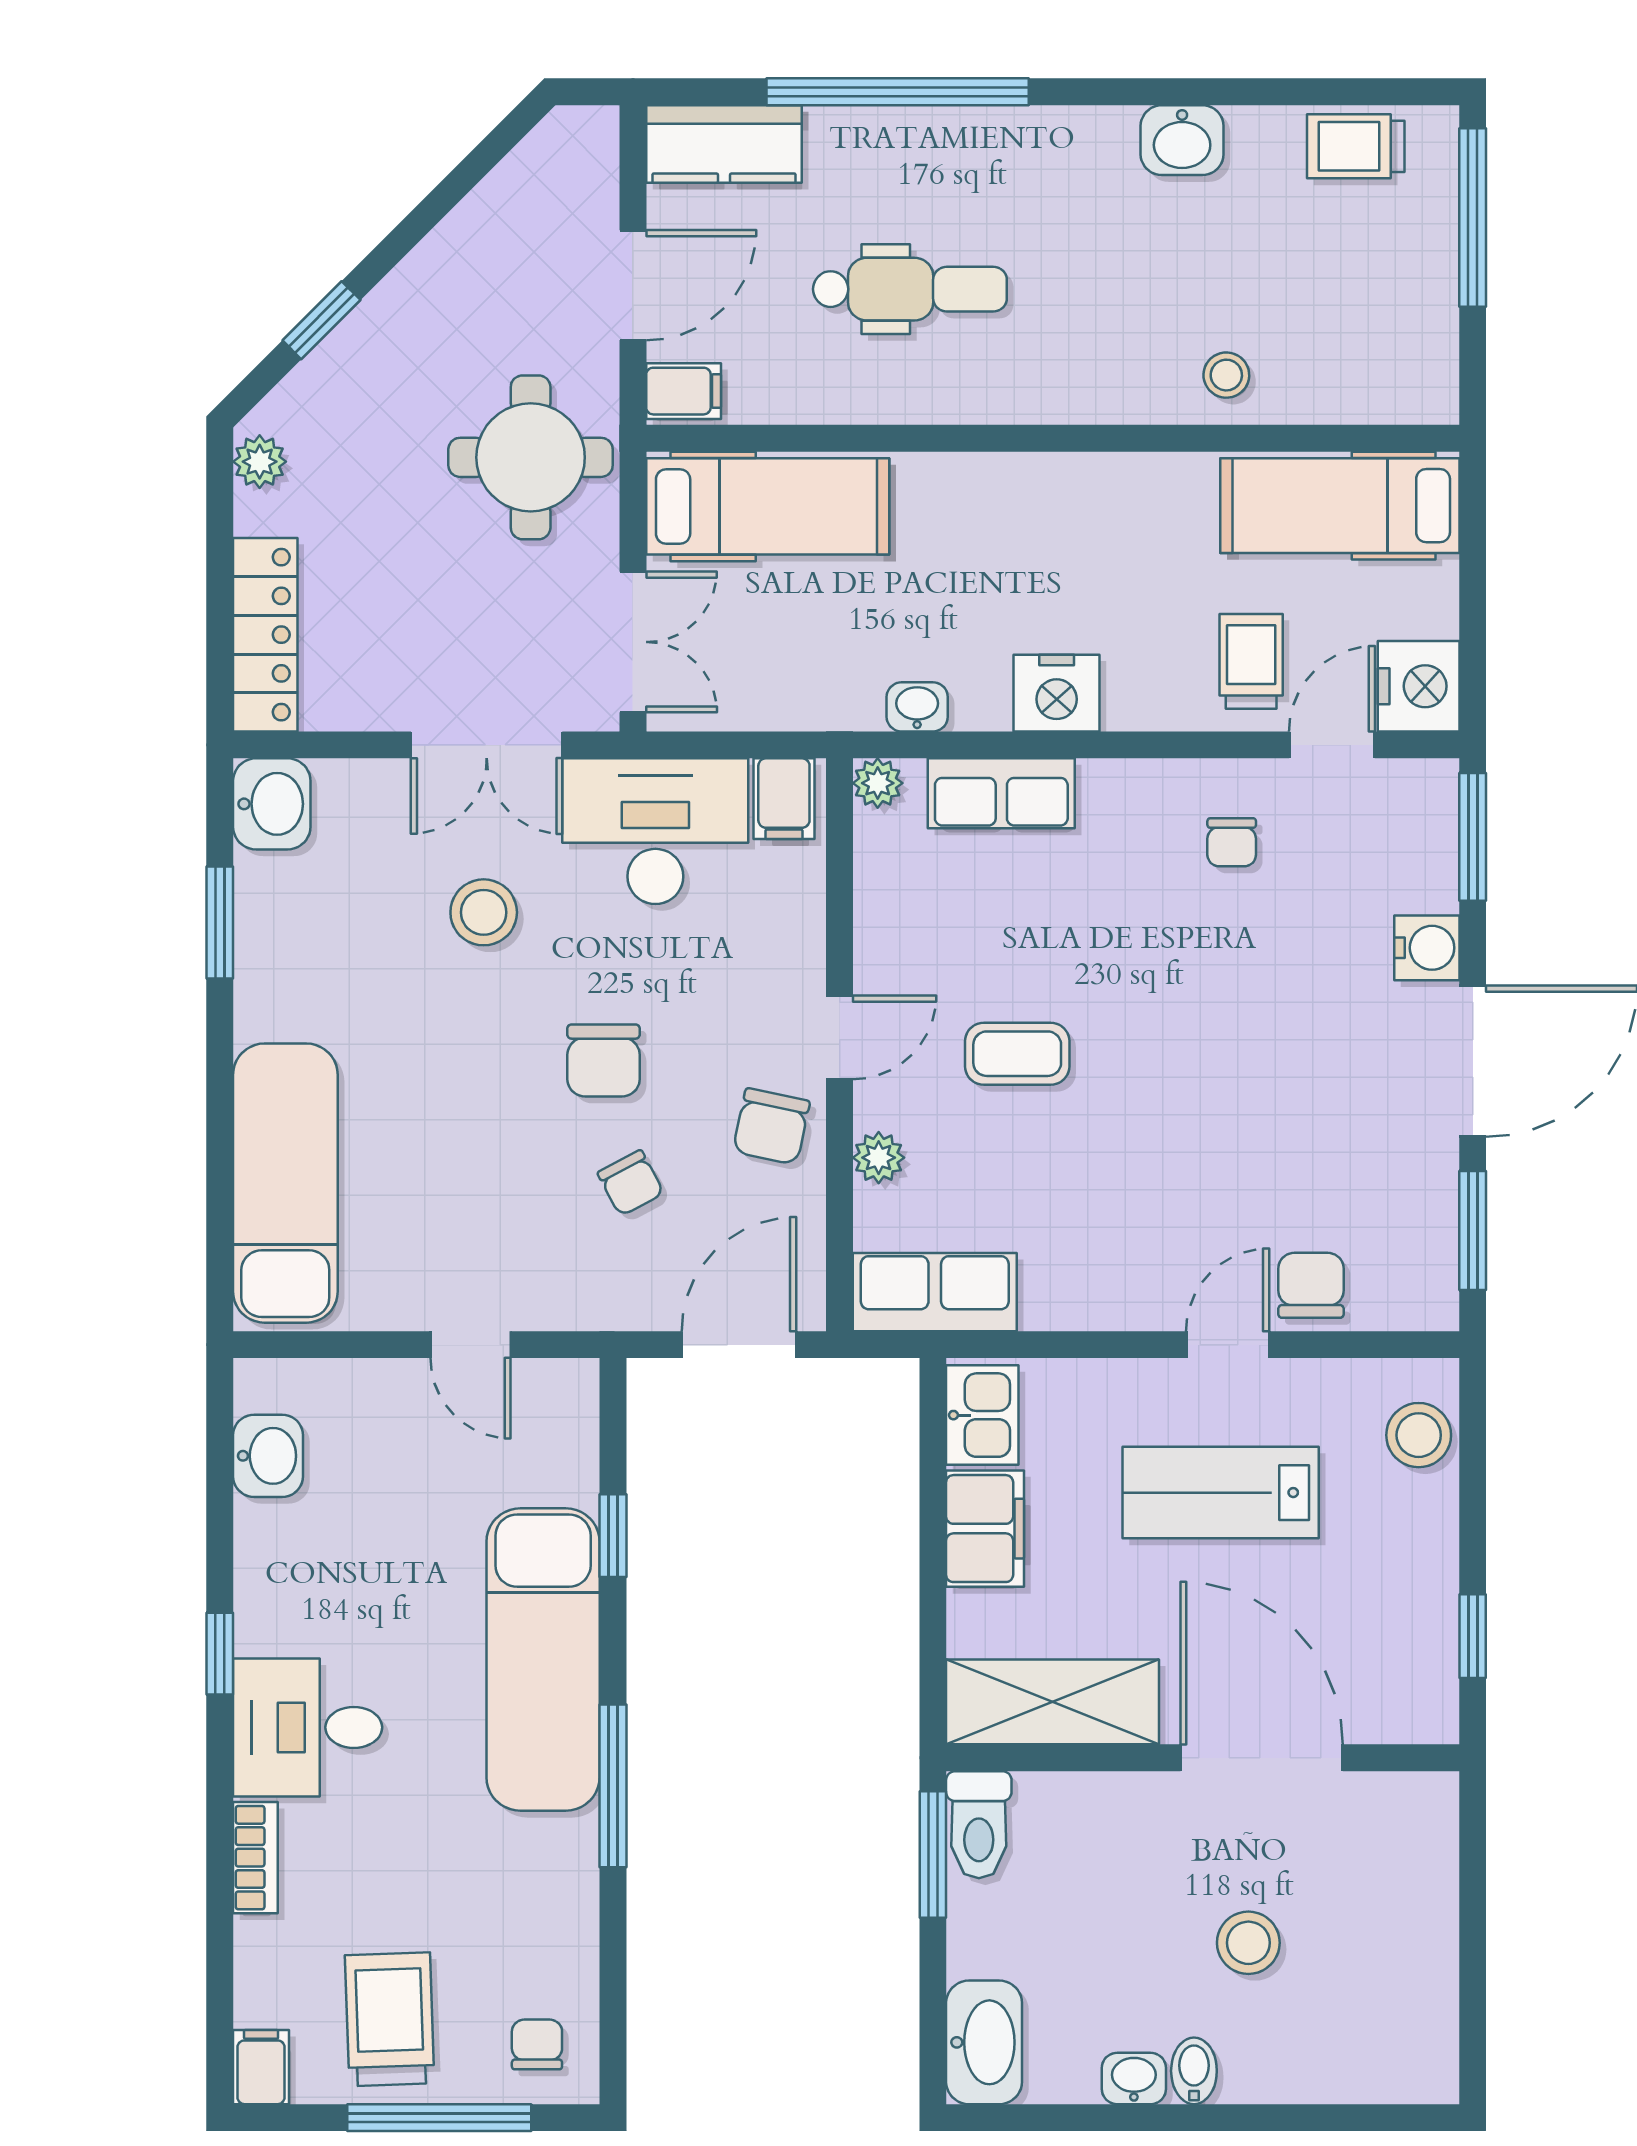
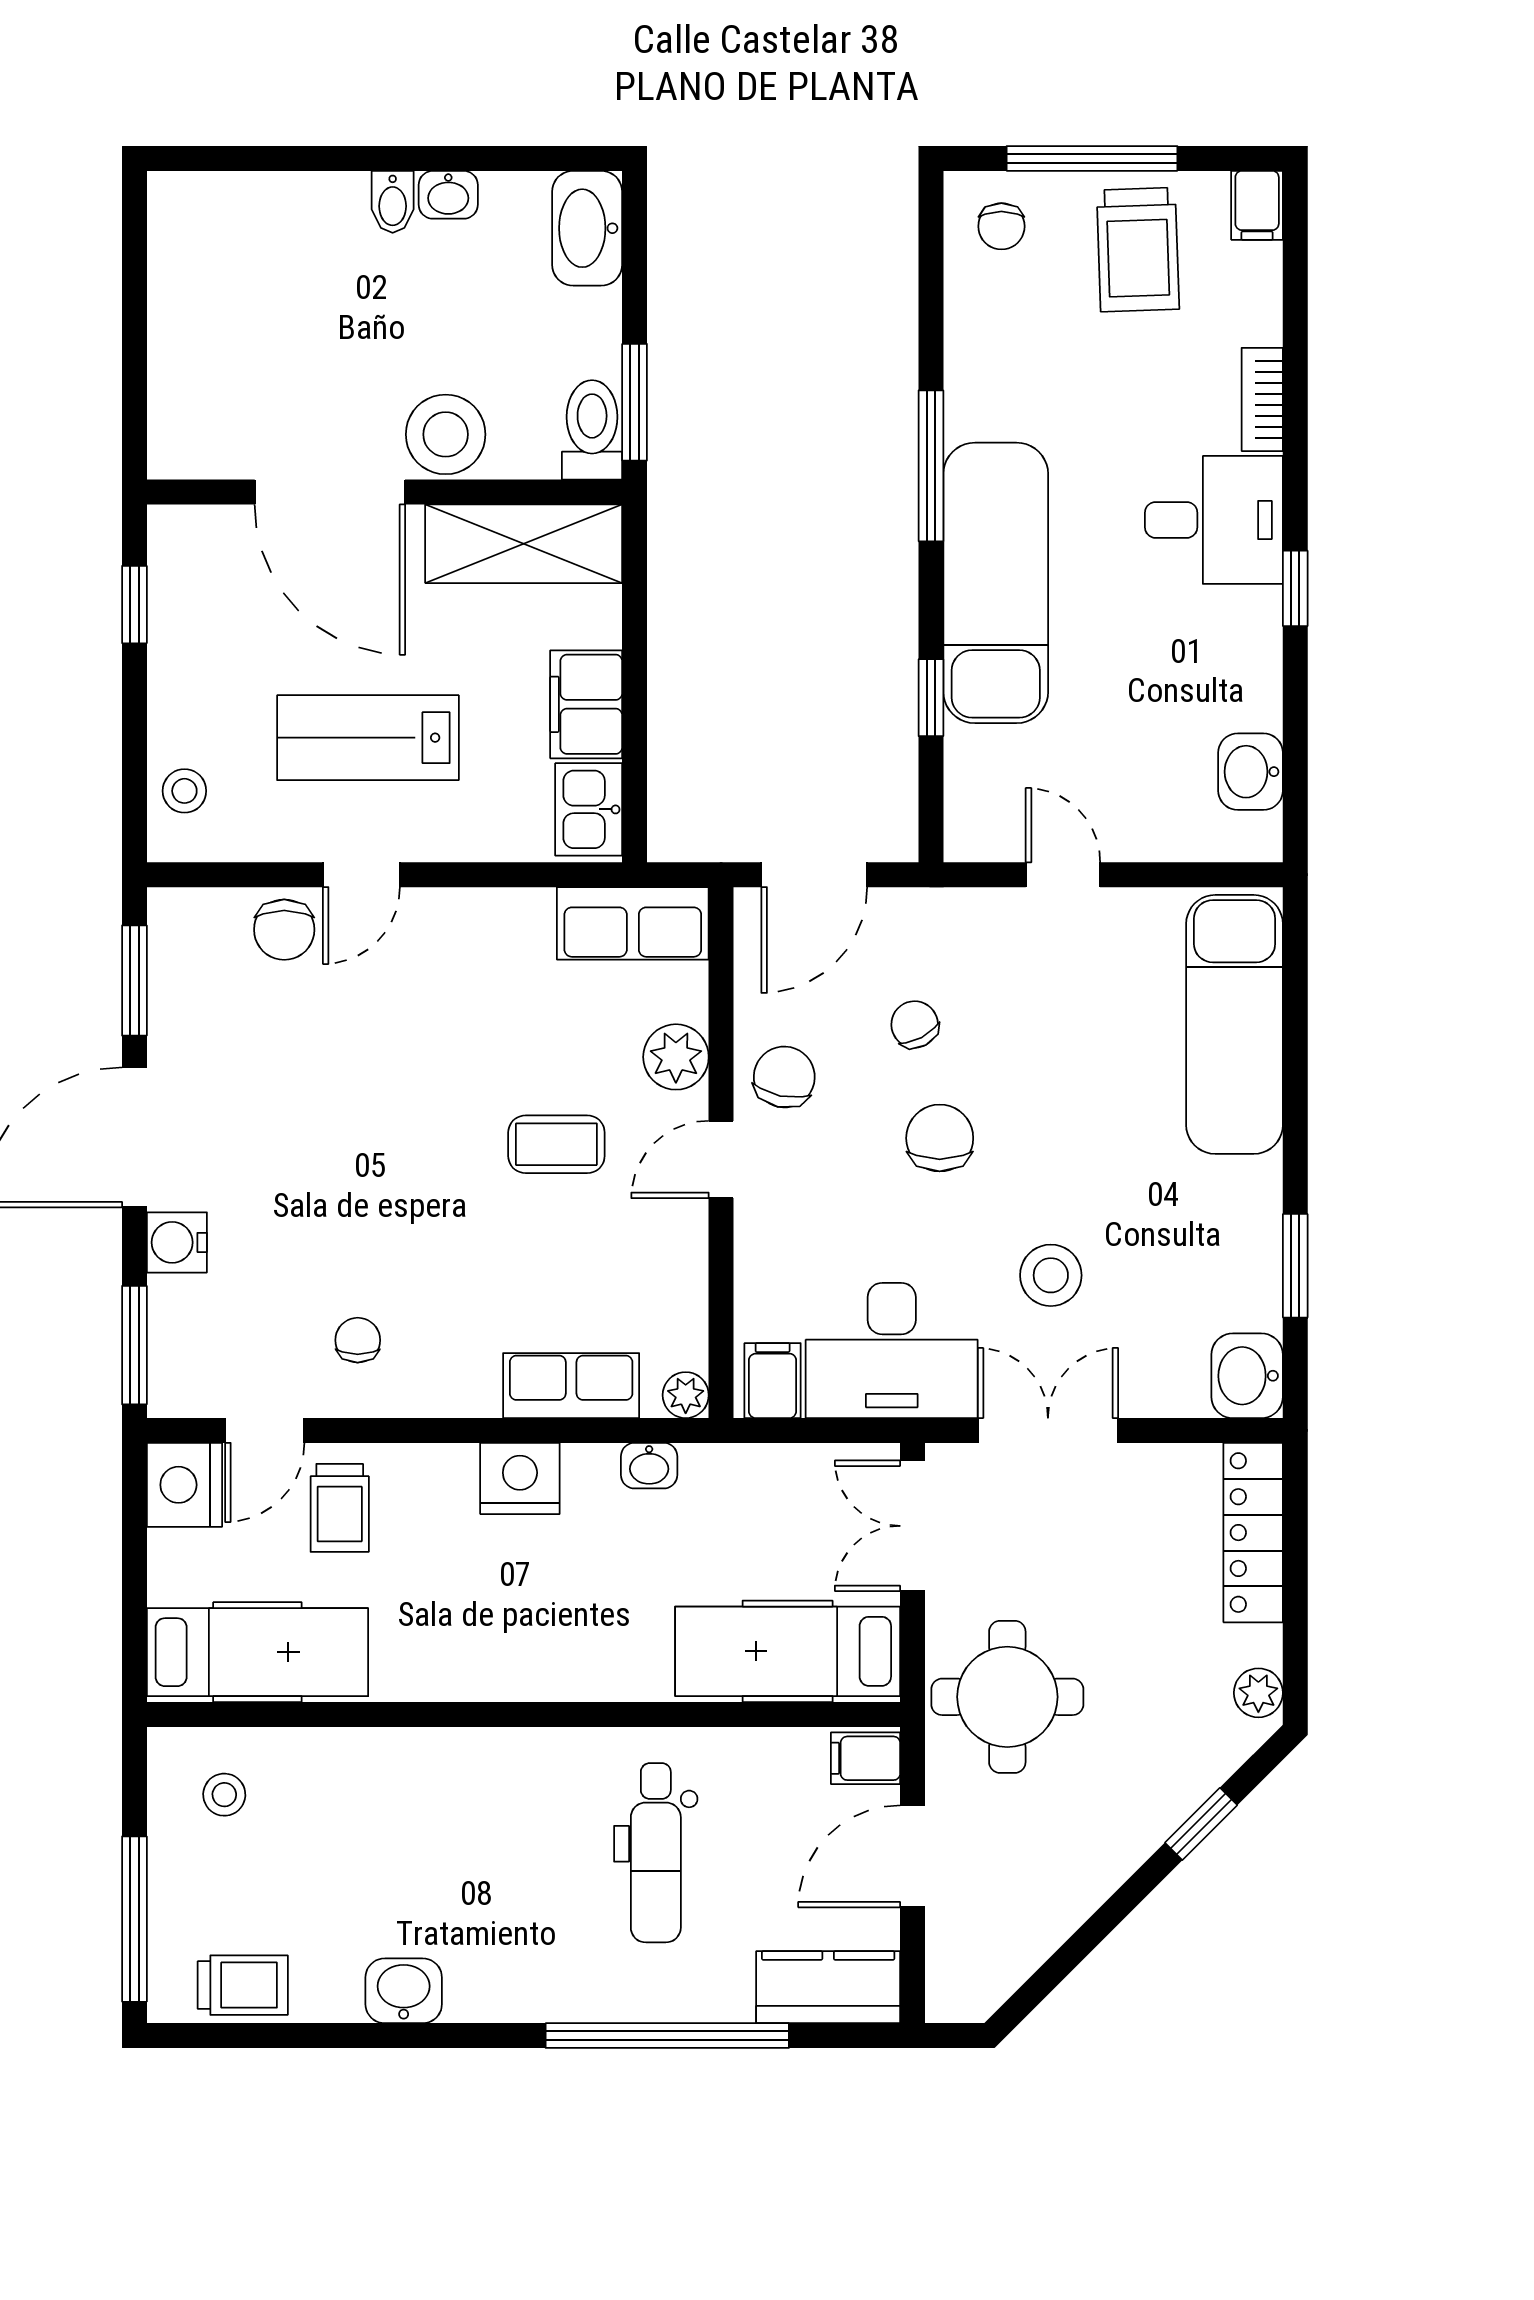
dental chair: (910, 289) -> (656, 1853), turned -90
stool: (1226, 375) -> (224, 1795), moved
plant: (879, 1158) -> (676, 1057), width x1.38, depth x1.38
stool: (1419, 1435) -> (184, 791), width x0.73, depth x0.73
lab bench: (1221, 1493) -> (368, 738), turned 180
stool: (1248, 1943) -> (446, 434), moved, width x1.38, depth x1.38

